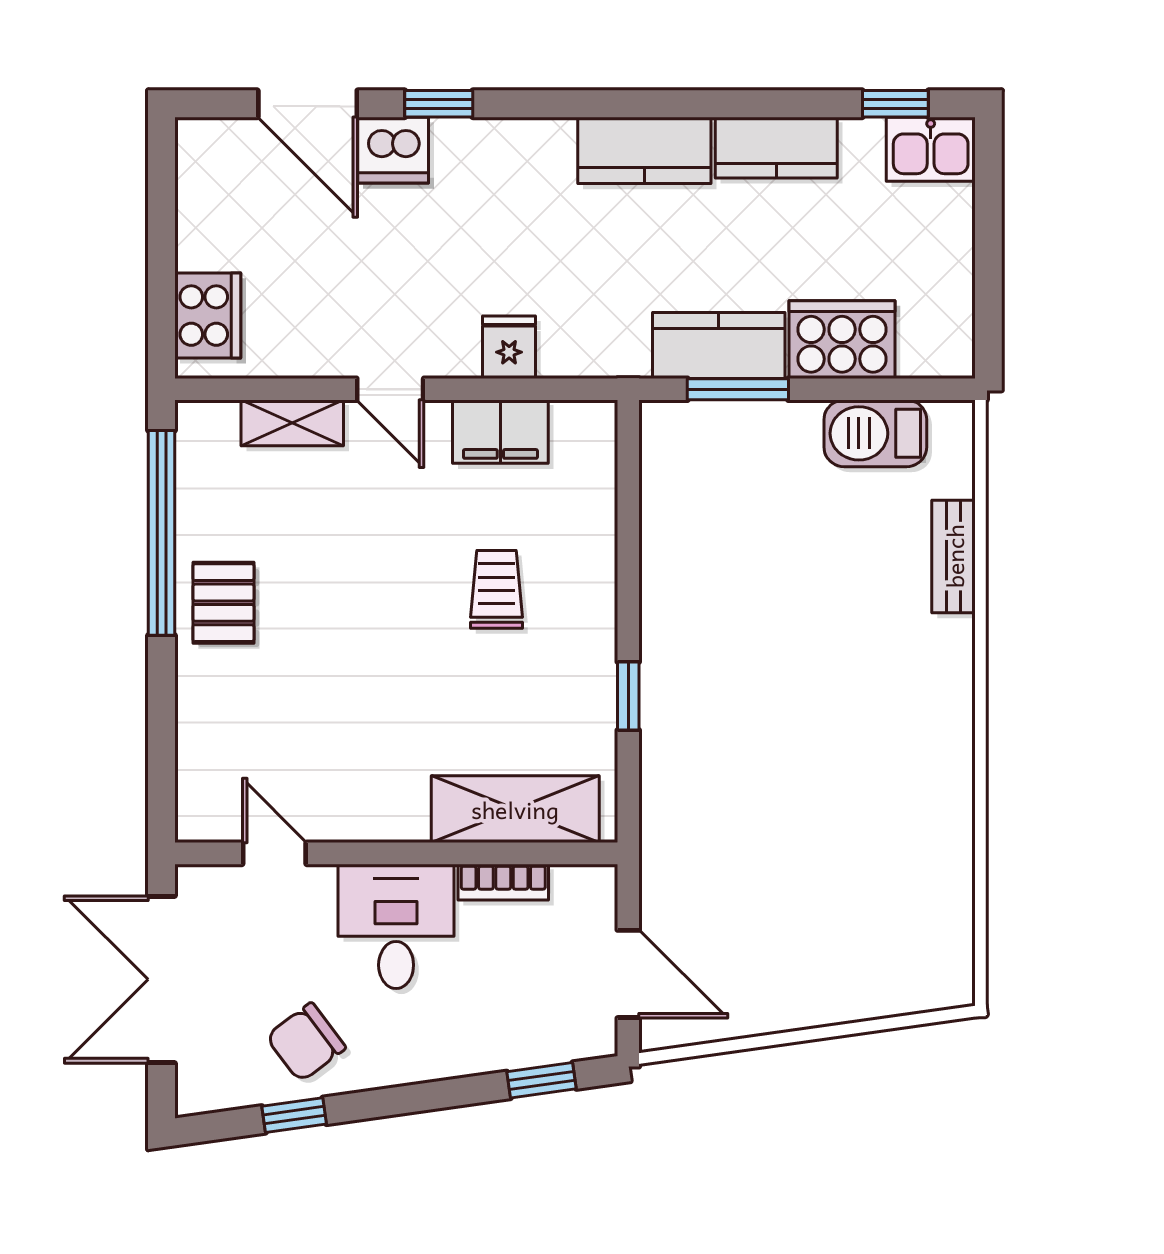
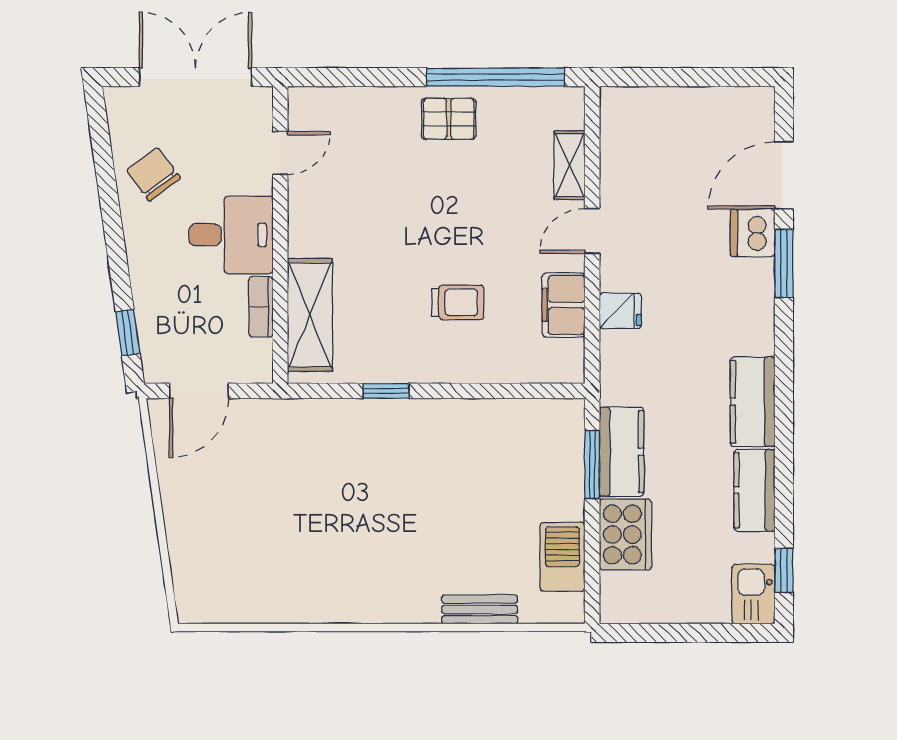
window: (439, 104) -> (784, 263), width x1.50
cooker: (208, 316) -> (642, 108), removed
window: (294, 1115) -> (104, 166), removed

